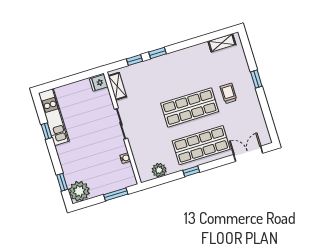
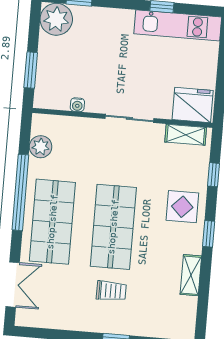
shelving: (222, 43) -> (191, 275), moved
window: (158, 53) -> (209, 234), moved
display table: (161, 71) -> (182, 207), added
fridge: (99, 83) -> (193, 105), width x1.88, depth x1.34
window: (191, 171) -> (20, 192), width x3.17

